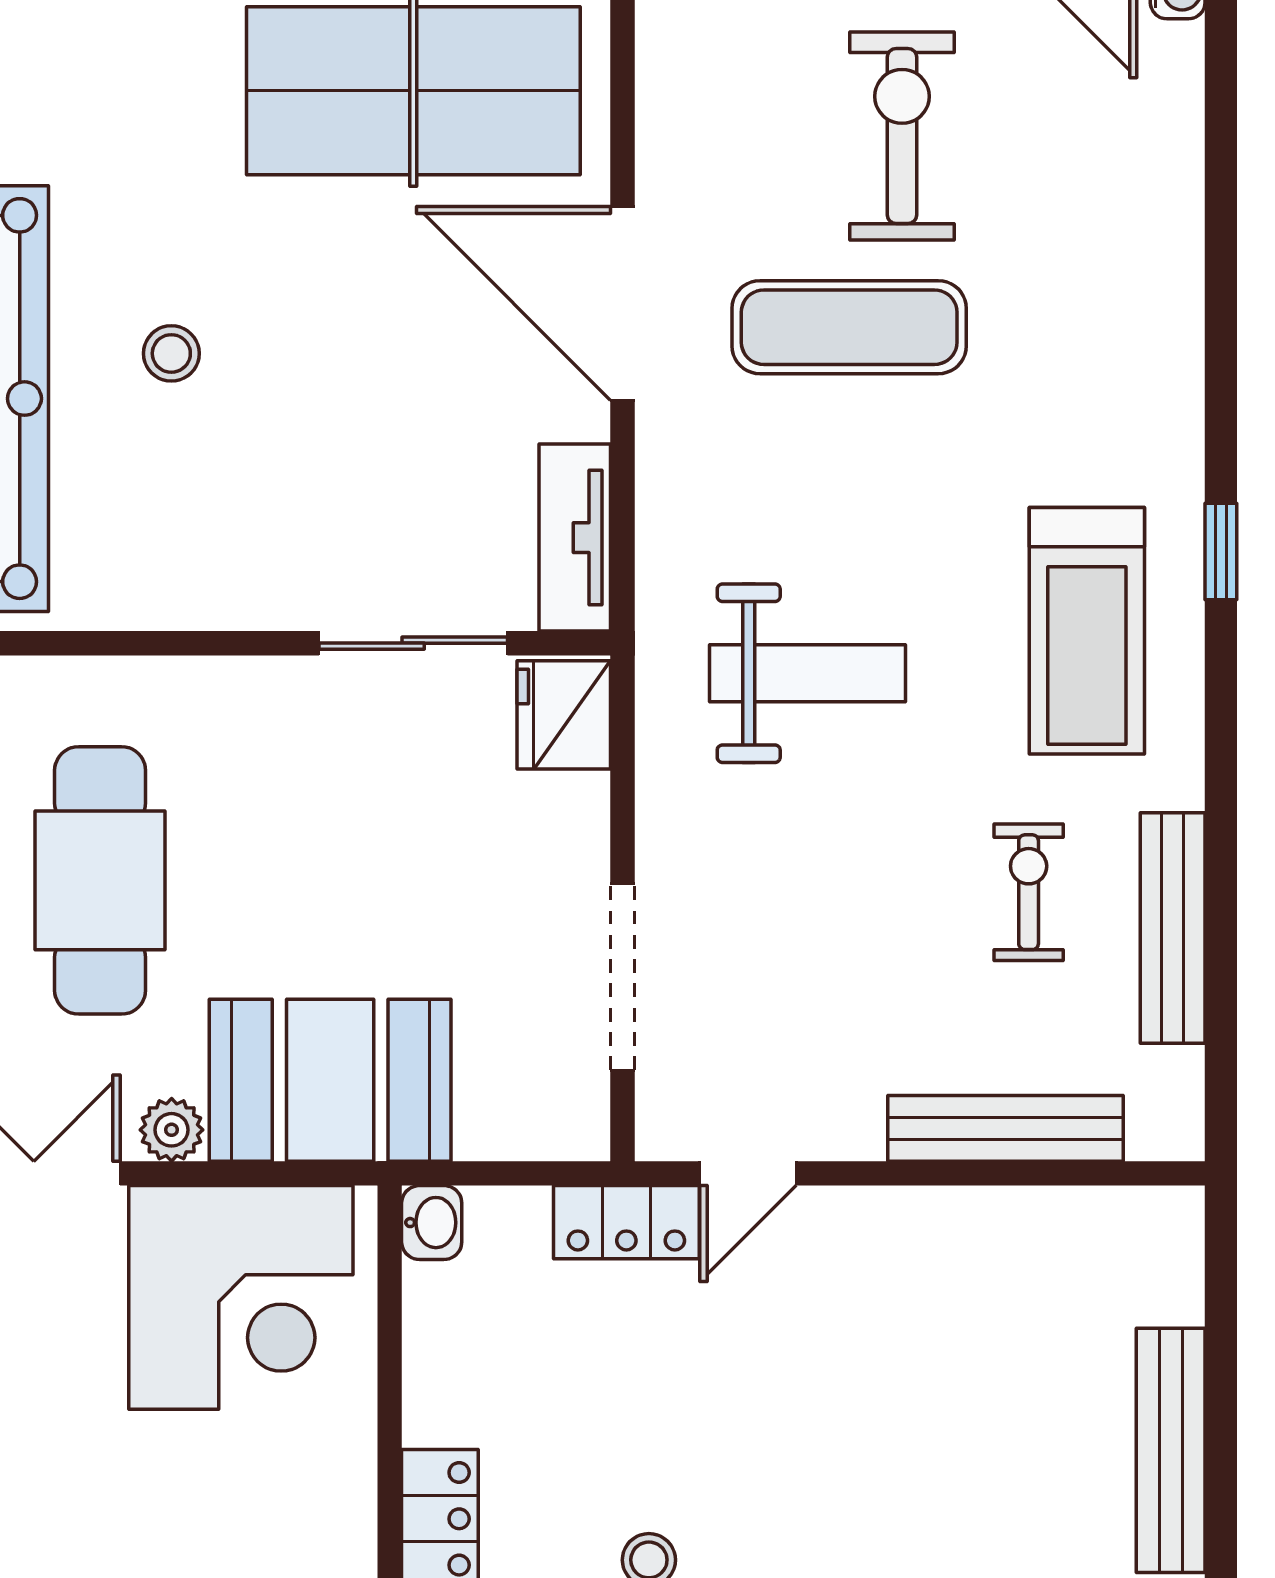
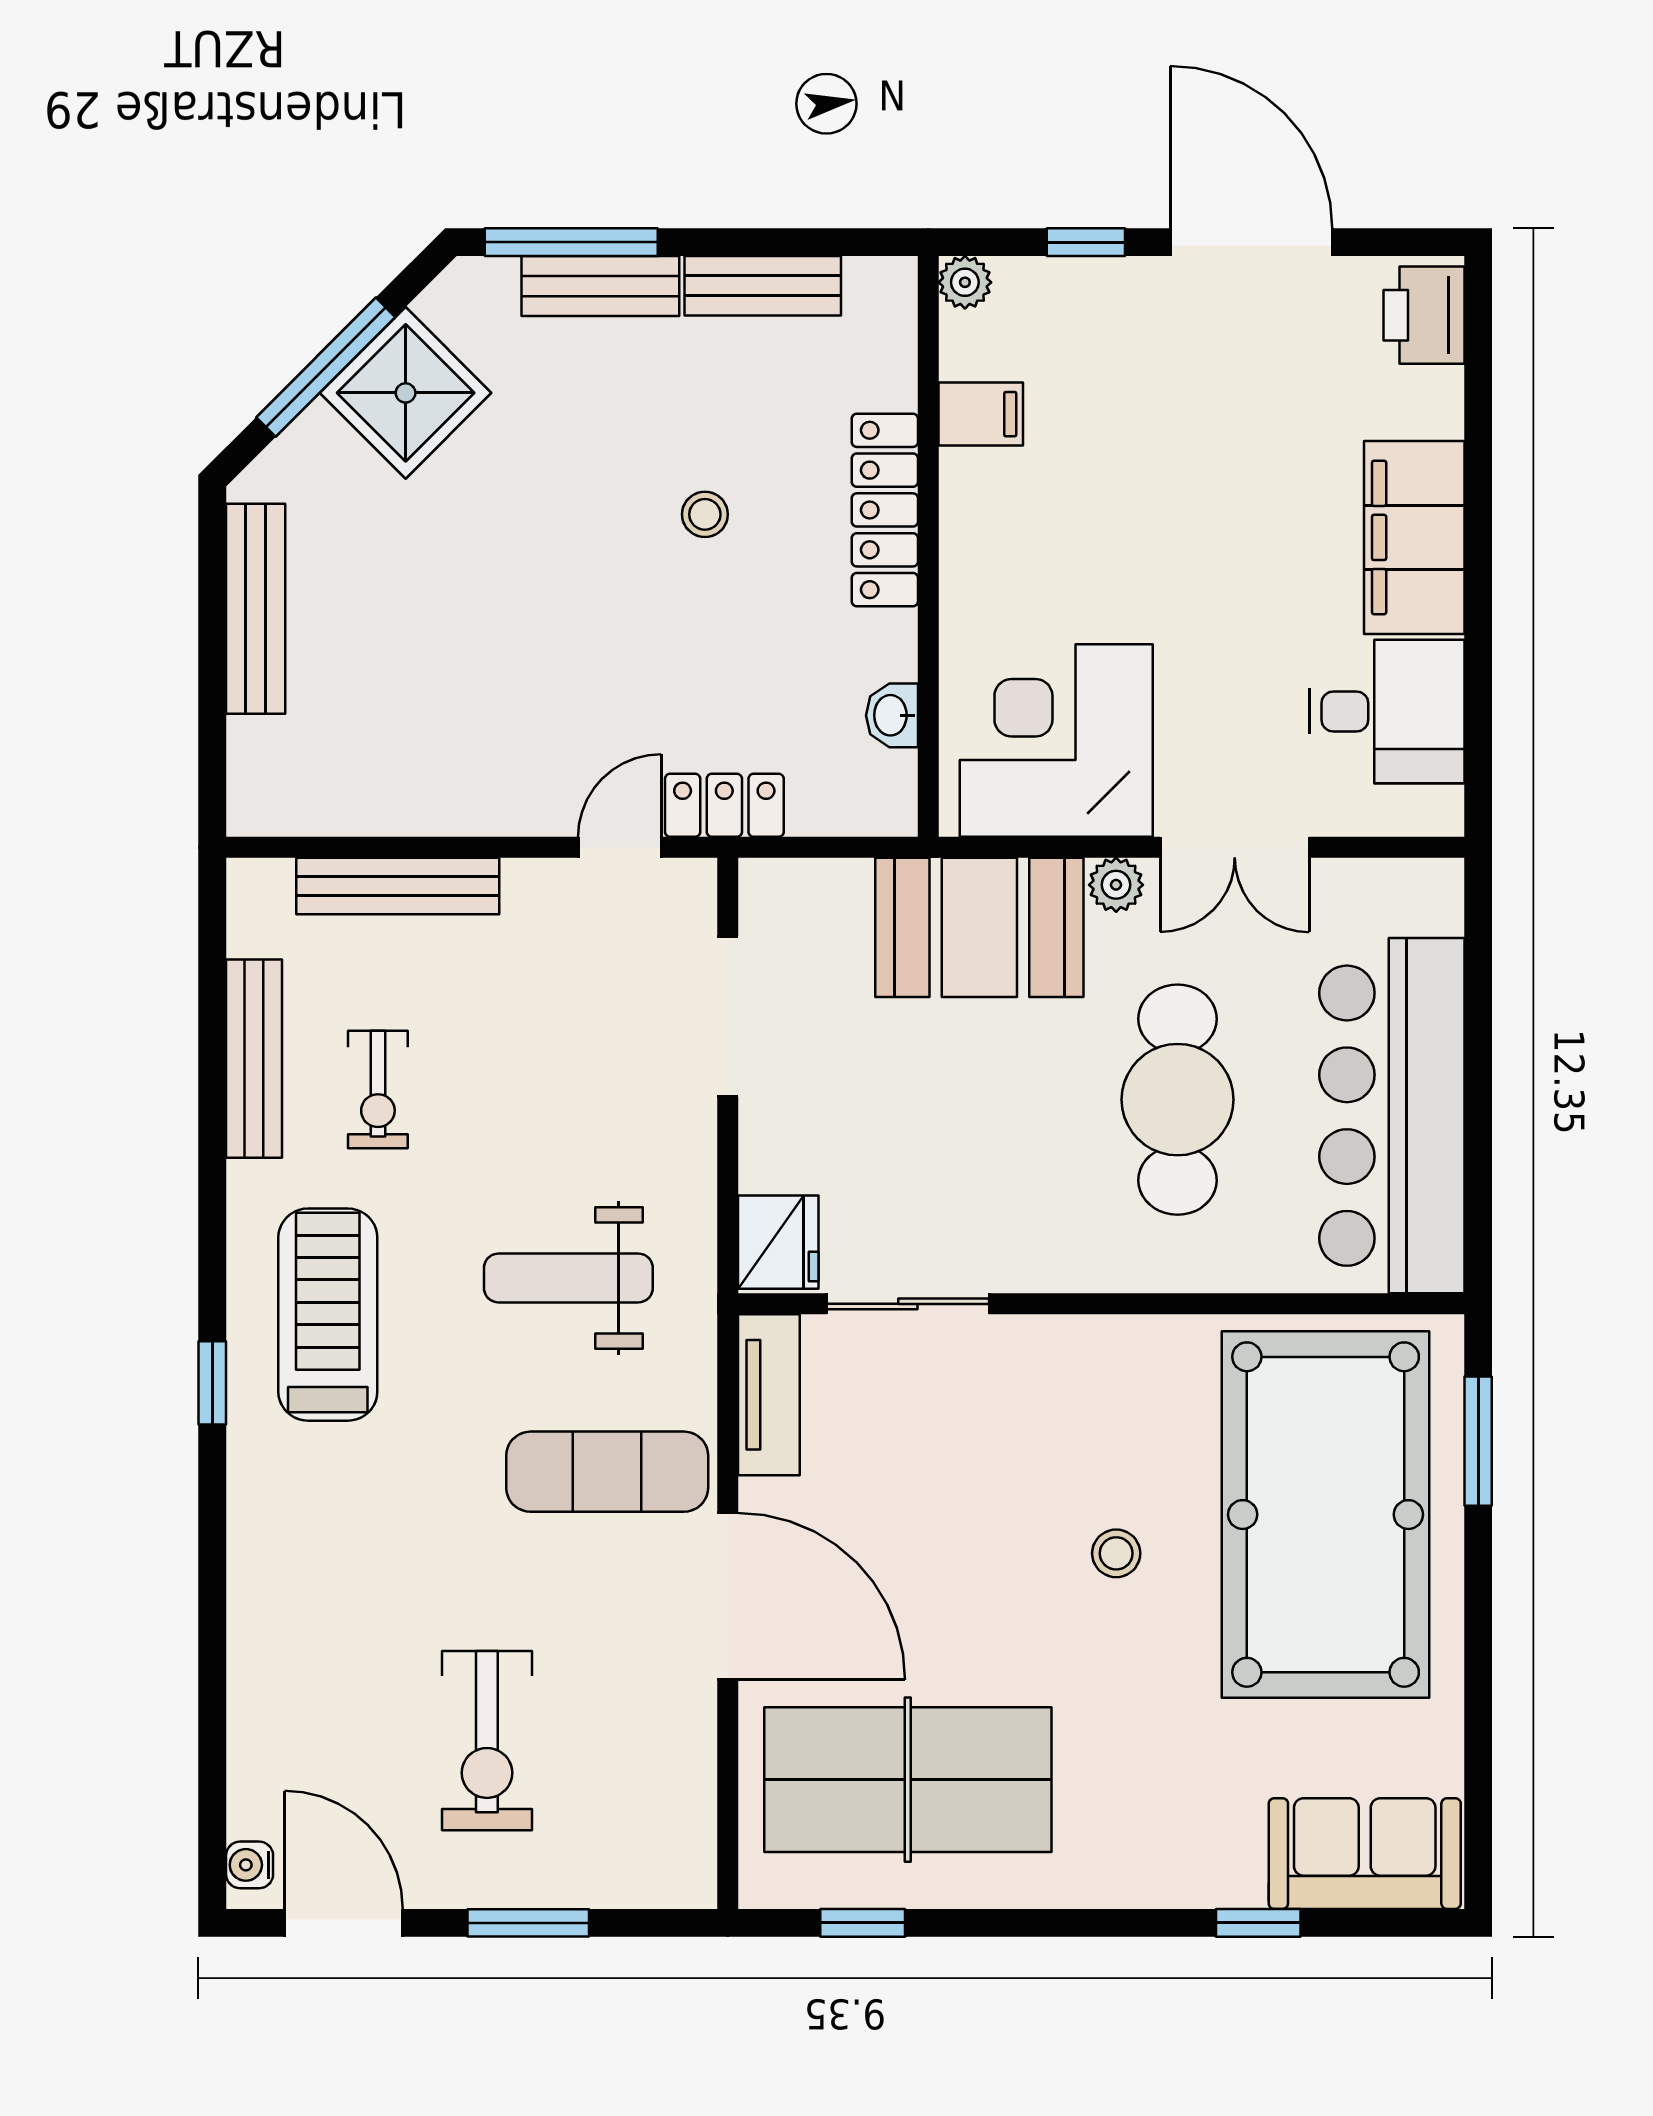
exercise mat: (849, 327) -> (607, 1472), moved
washbasin: (432, 1223) -> (892, 715), moved

